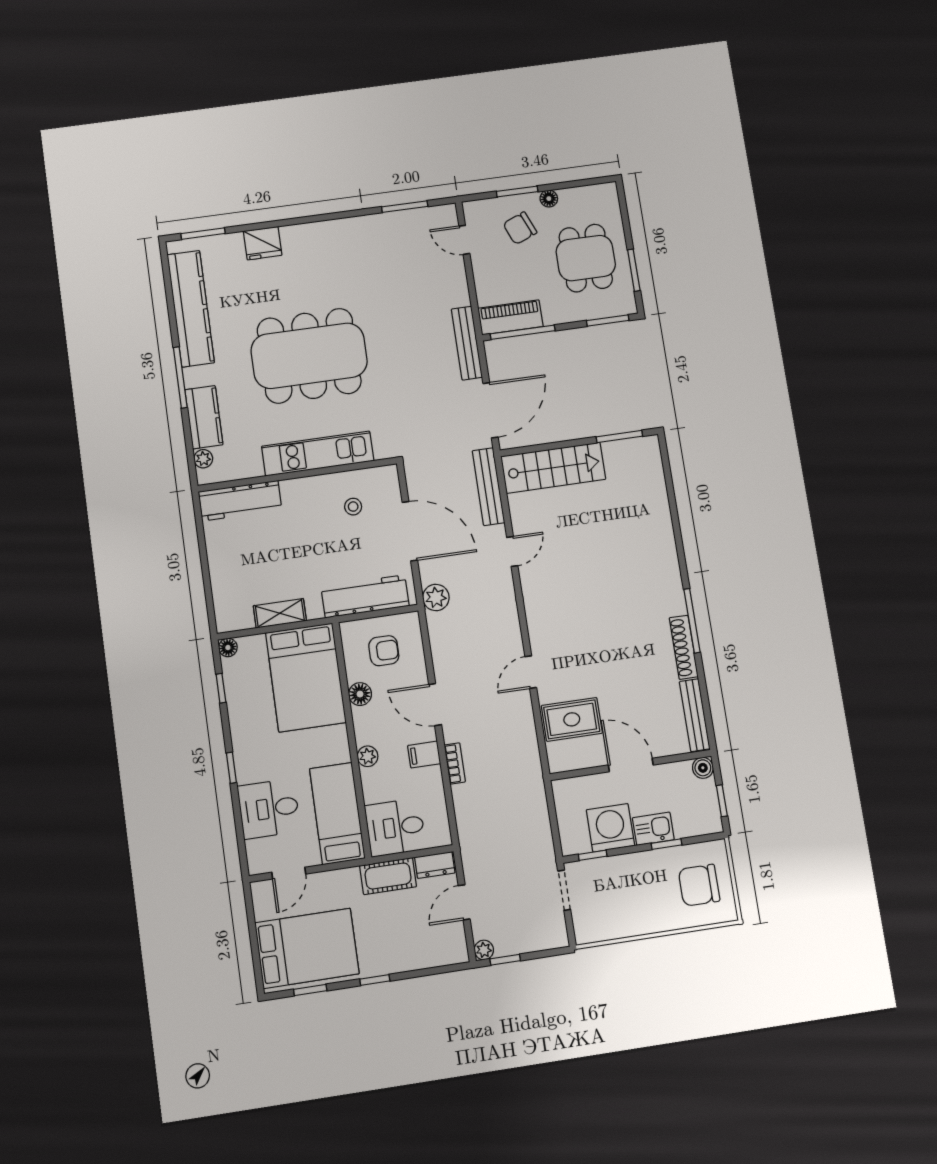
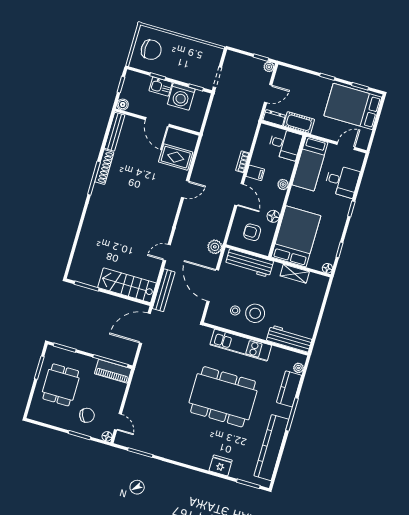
floor lamp: (549, 199) -> (107, 436), moved
bench: (467, 343) -> (141, 368), removed
stool: (317, 517) -> (255, 313), added

